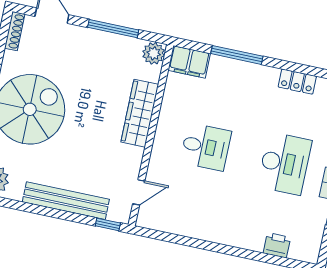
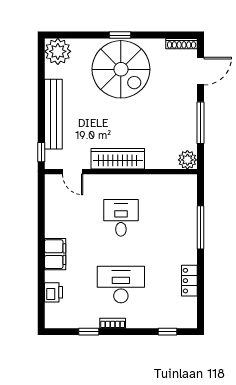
filing cabinet: (189, 62) -> (55, 254), moved, turned 180
wardrobe: (140, 113) -> (118, 159), moved
desk: (206, 147) -> (121, 218), turned 180
desk: (285, 164) -> (121, 284), turned 180

